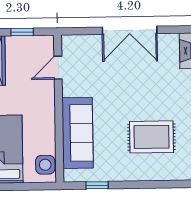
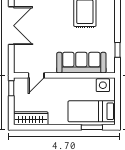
window: (22, 32) -> (11, 88), moved
door: (58, 68) -> (36, 75), hinge flipped

